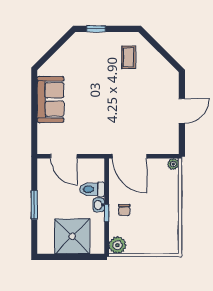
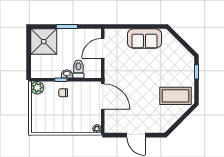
coffee table: (129, 57) -> (175, 96), width x1.86, depth x1.72
door: (130, 156) -> (103, 97), swing flipped
shower: (72, 236) -> (44, 42), moved

